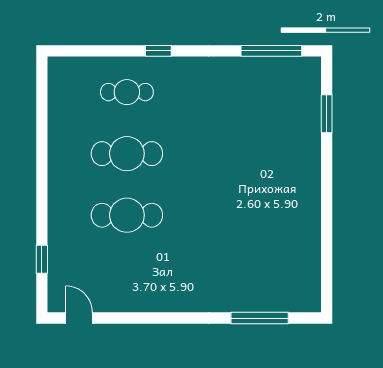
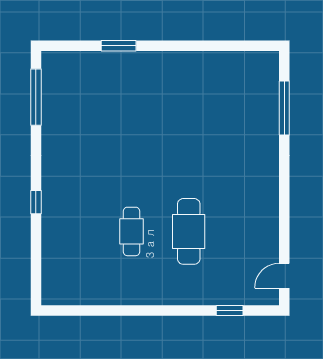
cafe table: (127, 92) -> (74, 231), removed
window: (327, 114) -> (119, 46), moved
cafe table: (127, 154) -> (131, 231), width x0.73, depth x0.74

